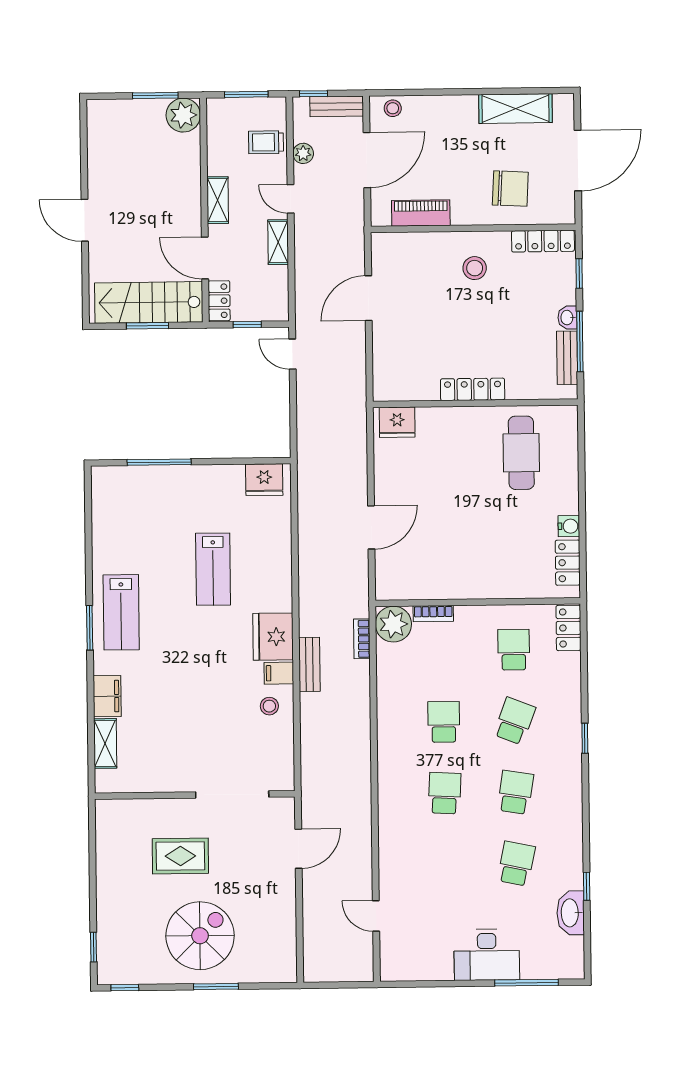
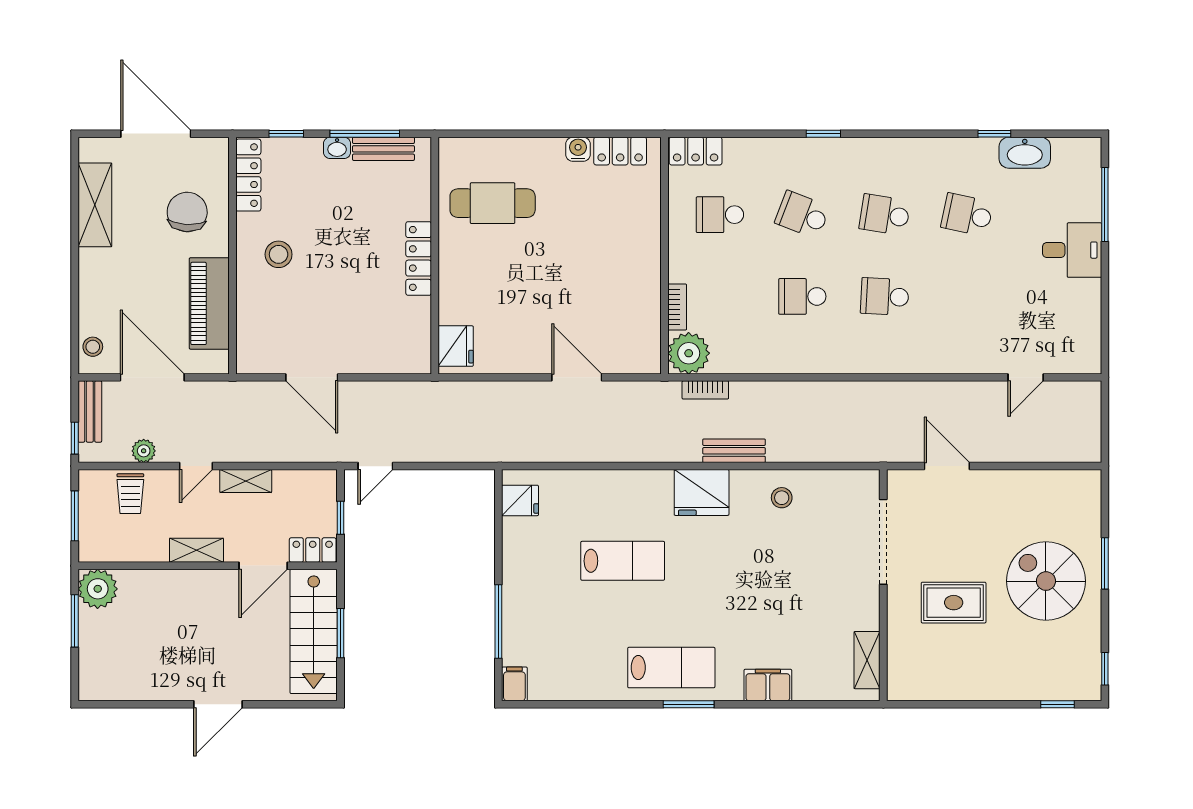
piano: (421, 213) -> (209, 303), width x1.37, depth x1.33
fridge: (264, 480) -> (520, 500), width x0.72
filing cabinet: (279, 673) -> (514, 684), moved, turned 180
shelving: (105, 743) -> (867, 660), moved, turned 90
rug: (180, 856) -> (954, 603), turned 90
desk: (487, 955) -> (1072, 250), width x0.73

